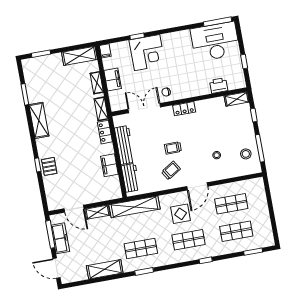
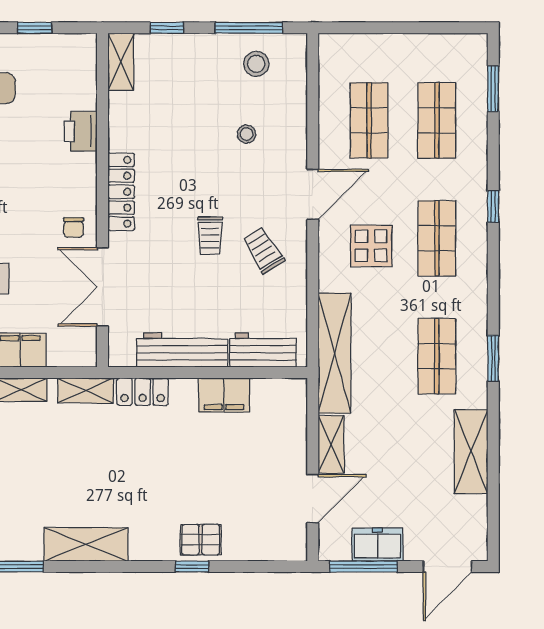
printer: (219, 85) -> (81, 131), moved
locker: (184, 109) -> (121, 192), width x1.53
door: (197, 186) -> (313, 194), hinge flipped
freezer: (60, 238) -> (378, 545), width x0.71

